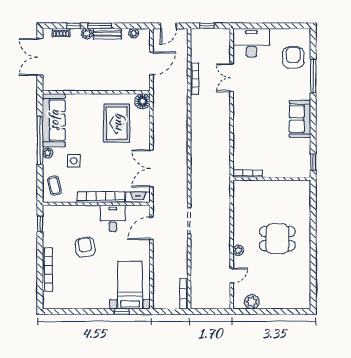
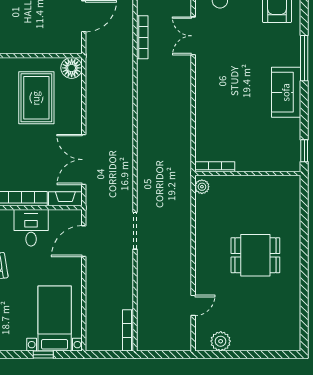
window: (313, 76) -> (304, 58), moved
plant: (238, 250) -> (202, 187), moved

